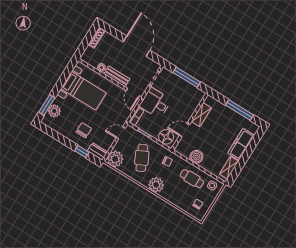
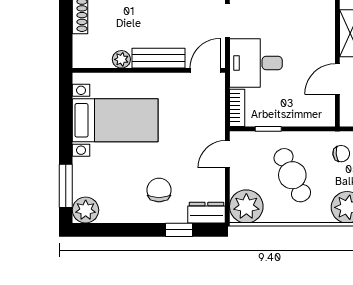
door: (133, 93) -> (205, 70), swing flipped
plant: (54, 111) -> (86, 210), moved
floor lamp: (166, 137) -> (312, 111), removed

